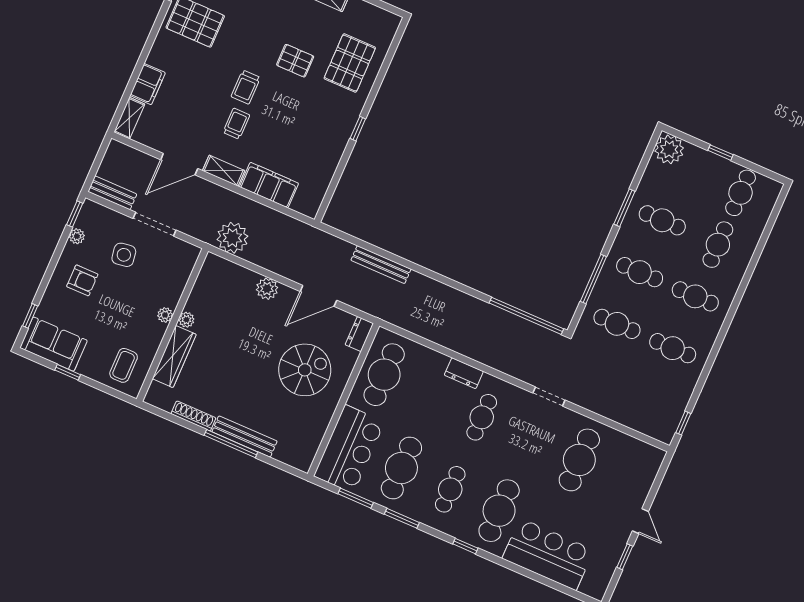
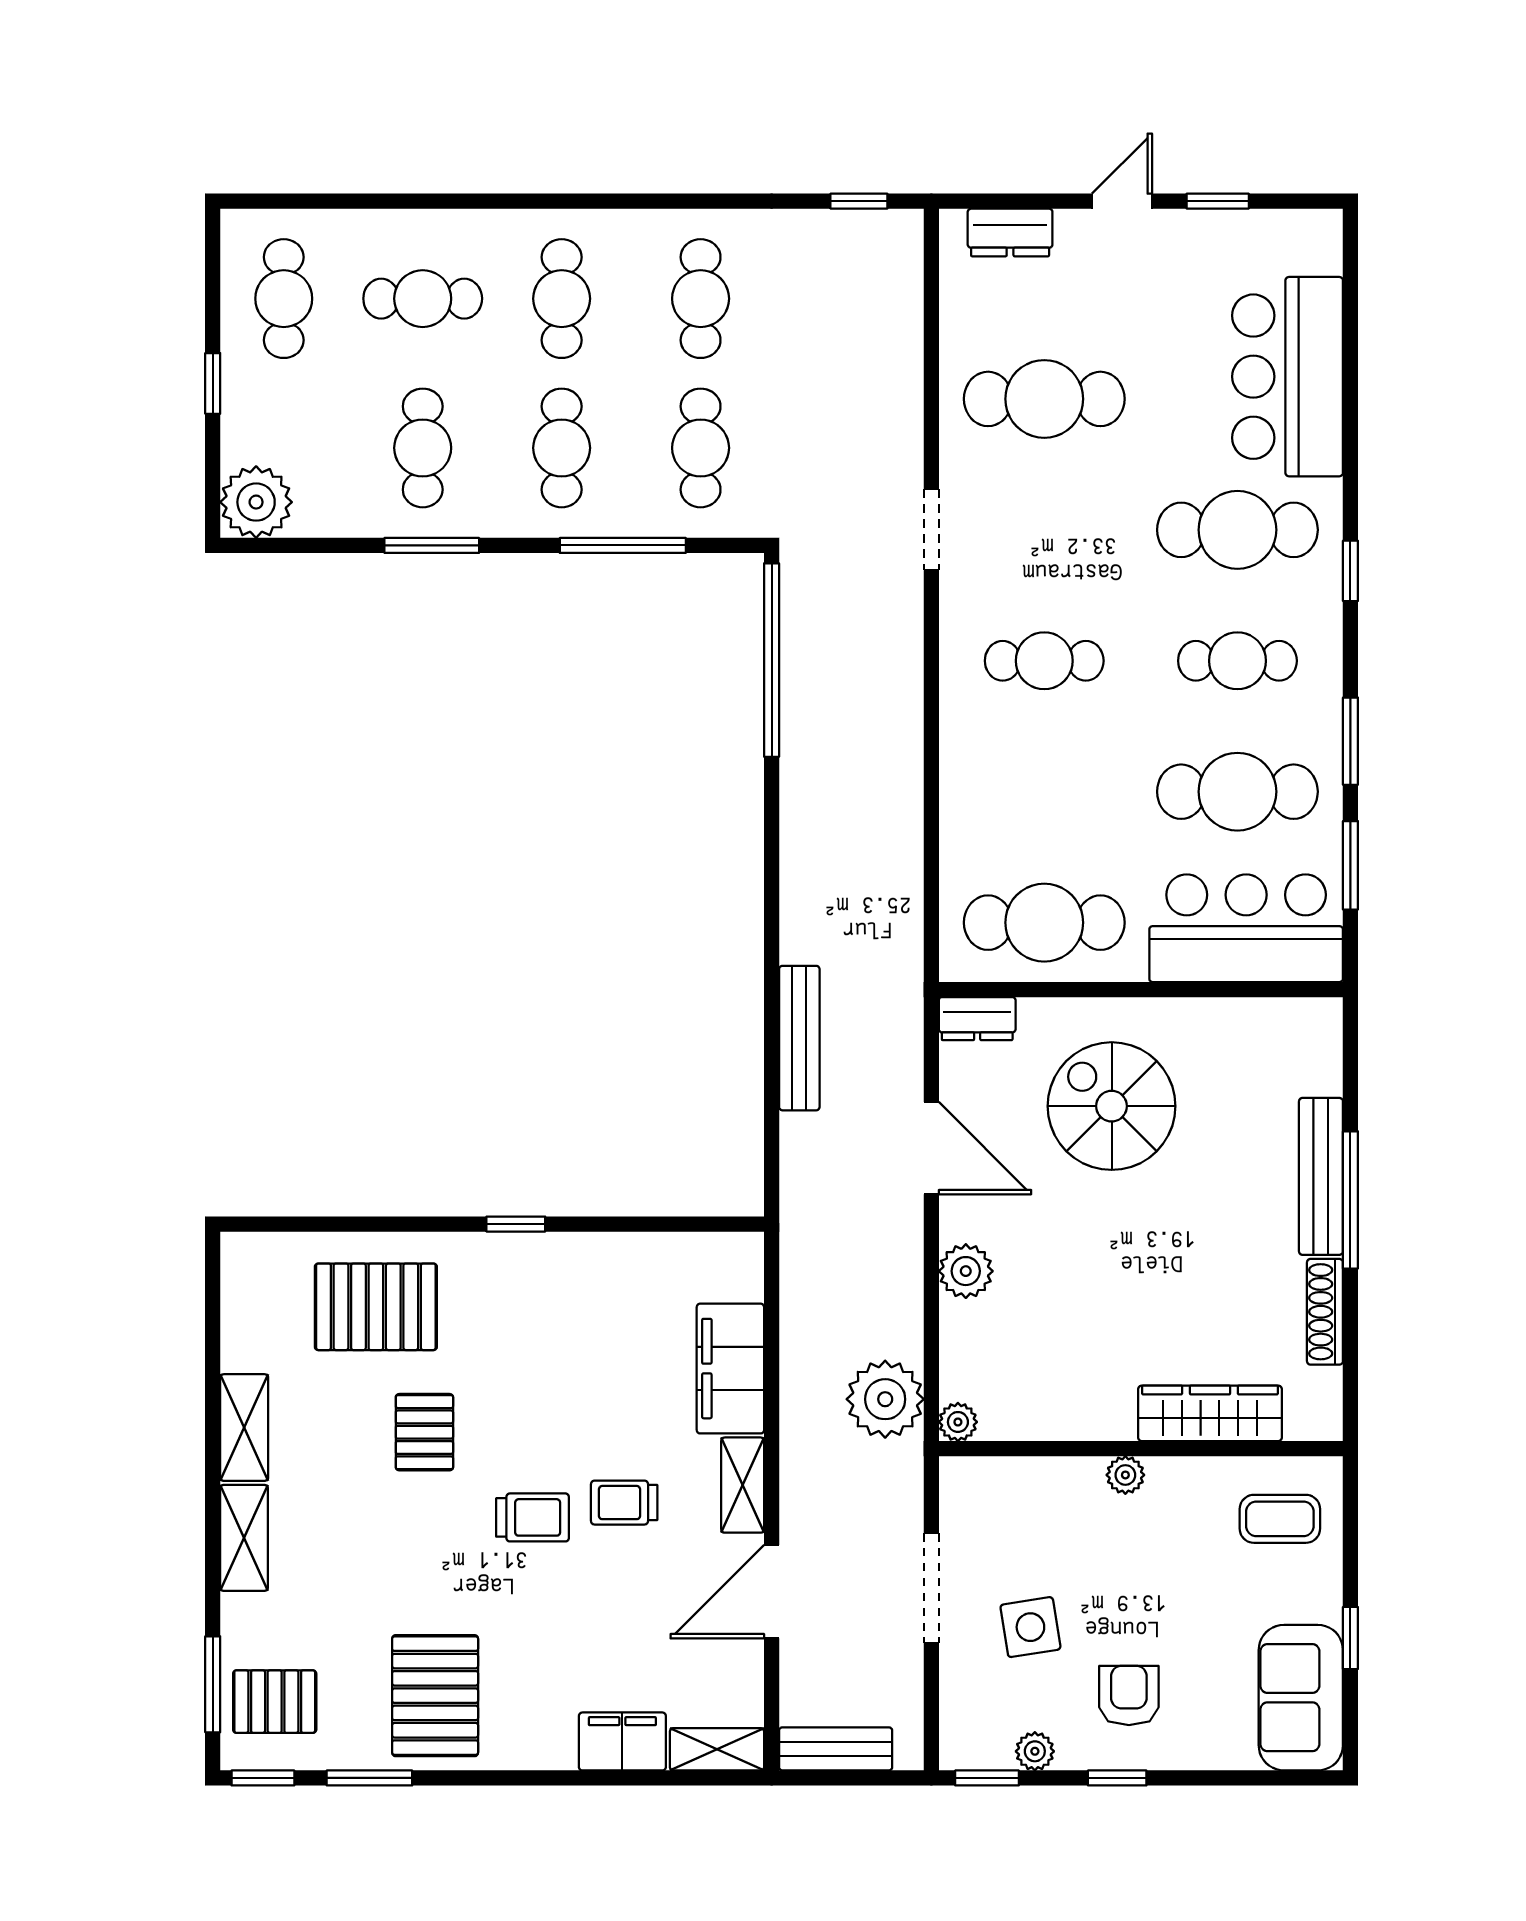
door: (179, 164) -> (772, 1592), swing flipped
bench: (112, 193) -> (836, 1749), moved, turned 90
cafe table: (741, 193) -> (284, 299), turned 90
window: (30, 316) -> (1117, 1778), moved
plant: (186, 320) -> (958, 1422), moved
dresser: (464, 373) -> (1010, 232), moved, turned 90

